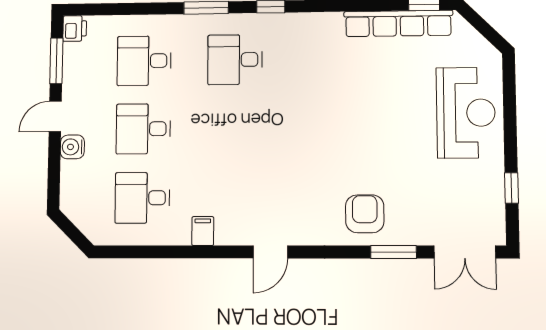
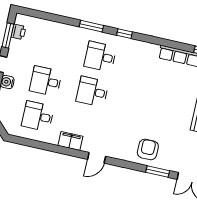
printer: (75, 29) -> (18, 32), moved
desk: (144, 61) -> (92, 92), moved
filing cabinet: (203, 231) -> (70, 141), width x2.00

